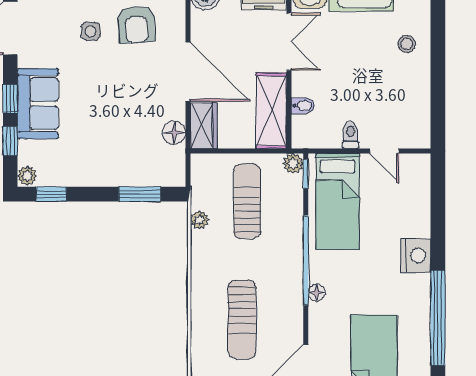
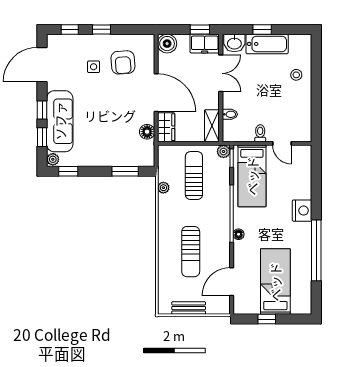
sofa: (38, 104) -> (60, 121), width x1.36
shelving: (271, 111) -> (212, 126), width x0.67, depth x0.75

